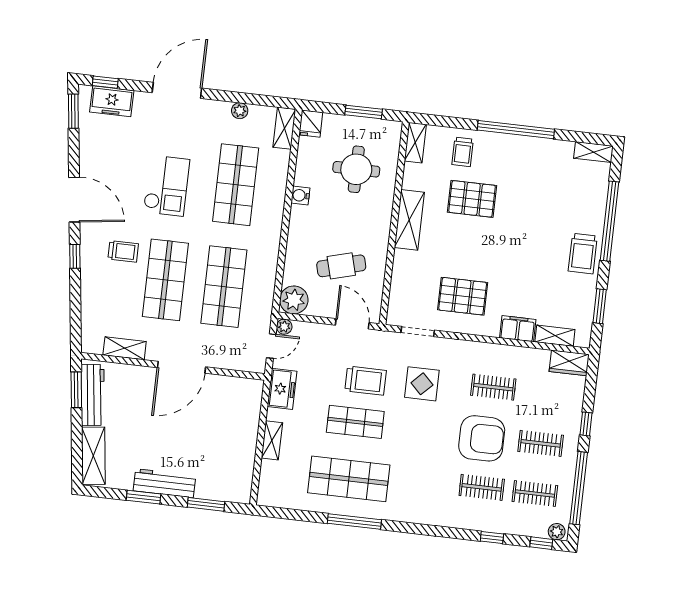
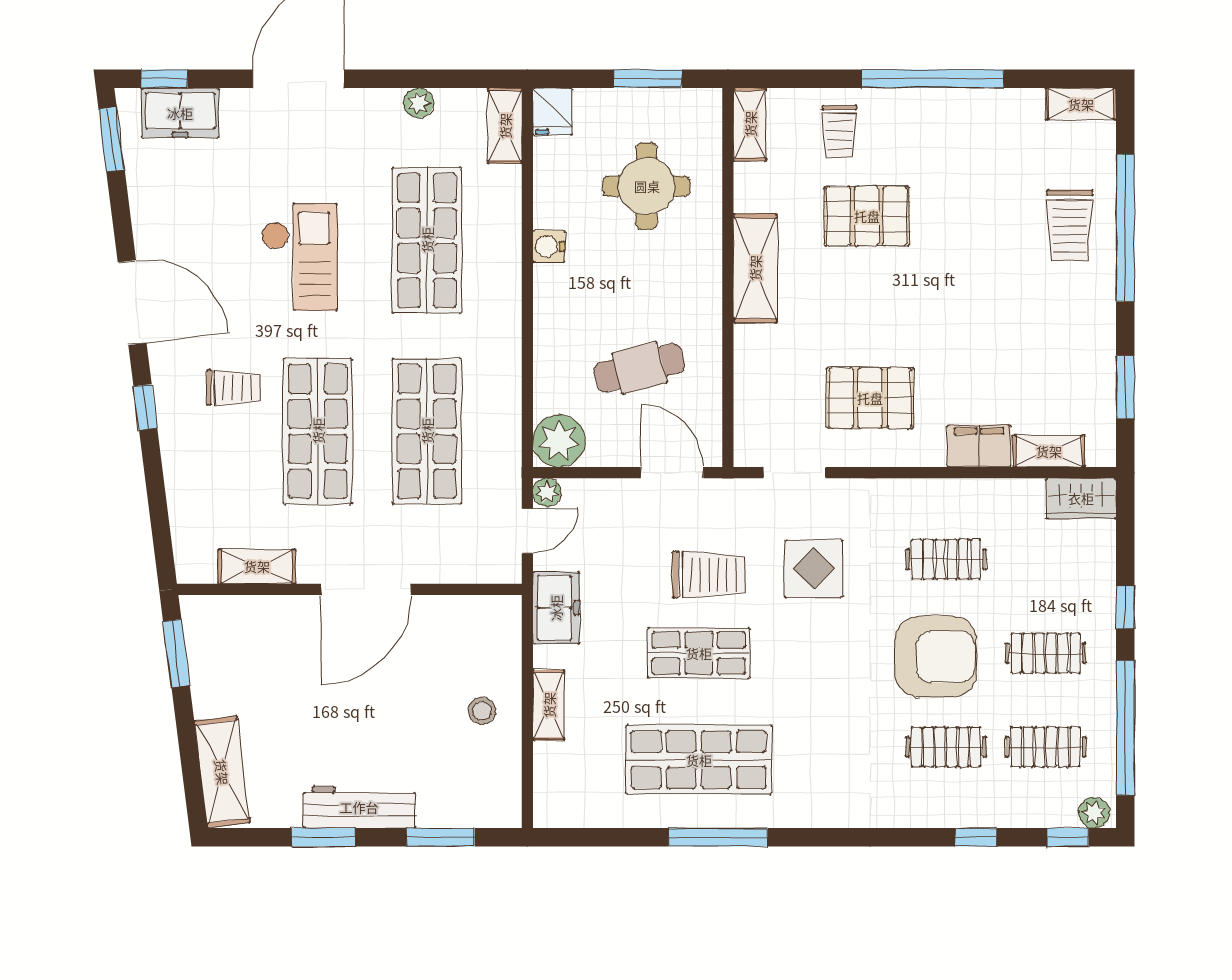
trolley: (583, 254) -> (1070, 225), moved
workbench: (93, 395) -> (208, 659), removed
stool: (236, 439) -> (482, 711), added

